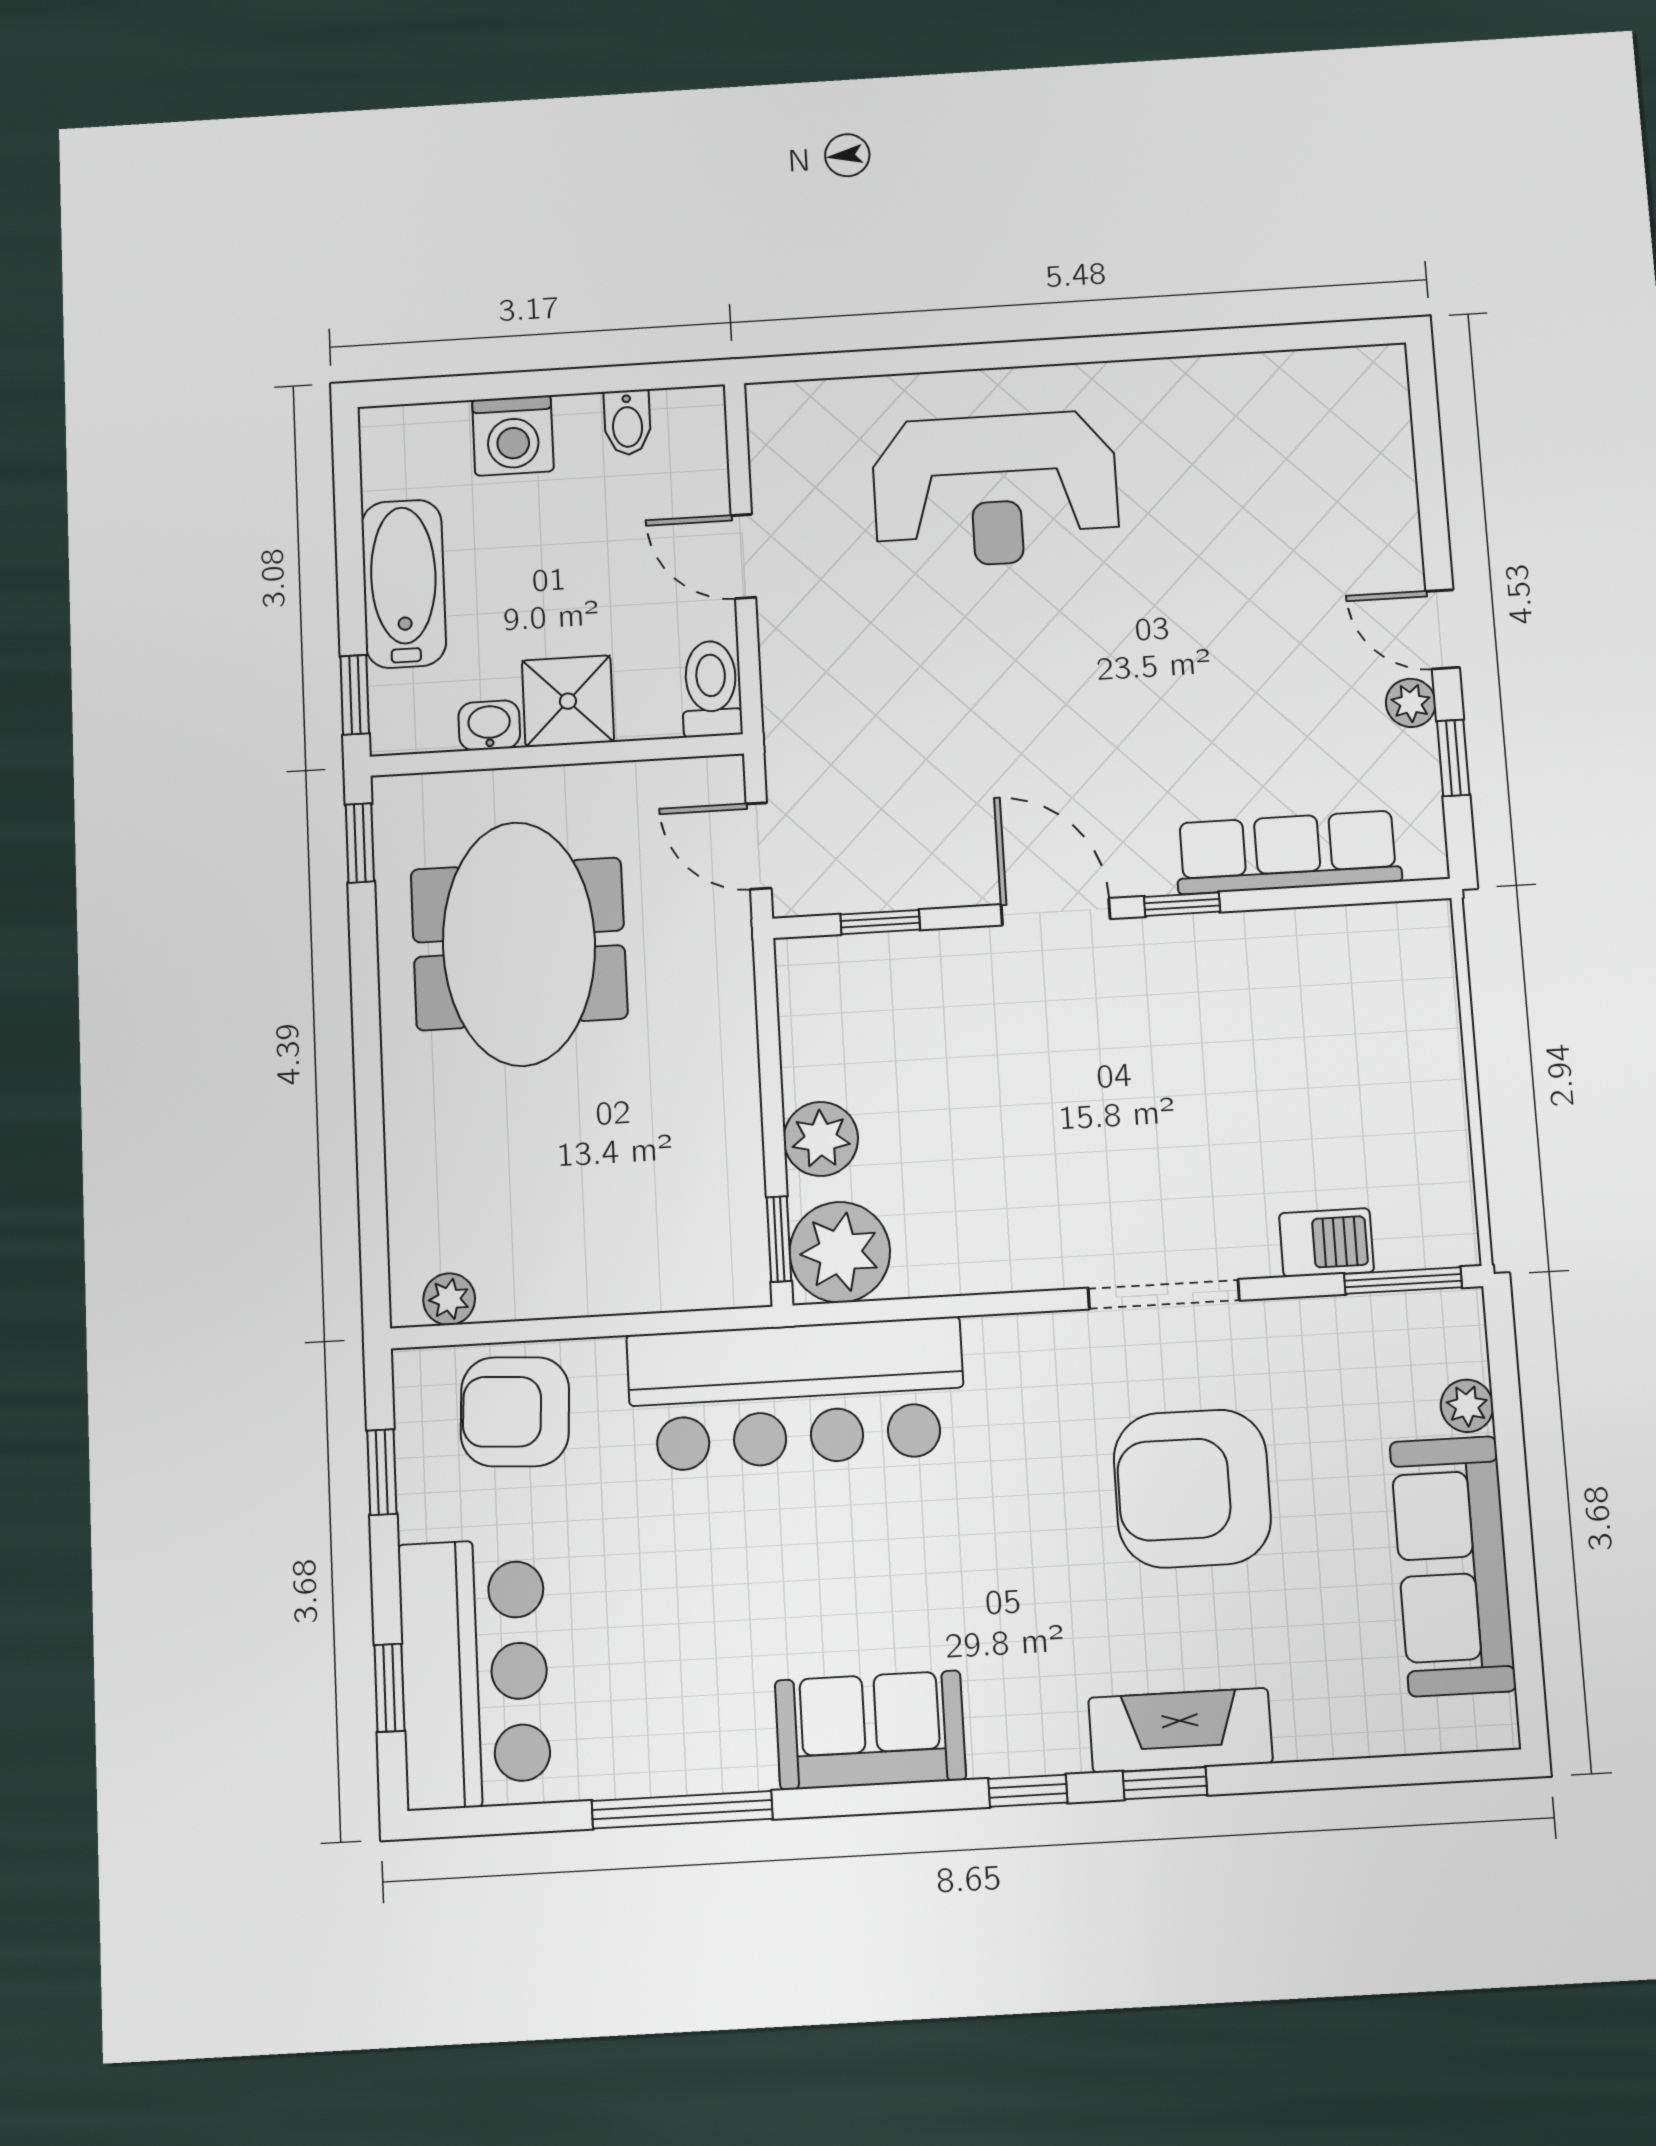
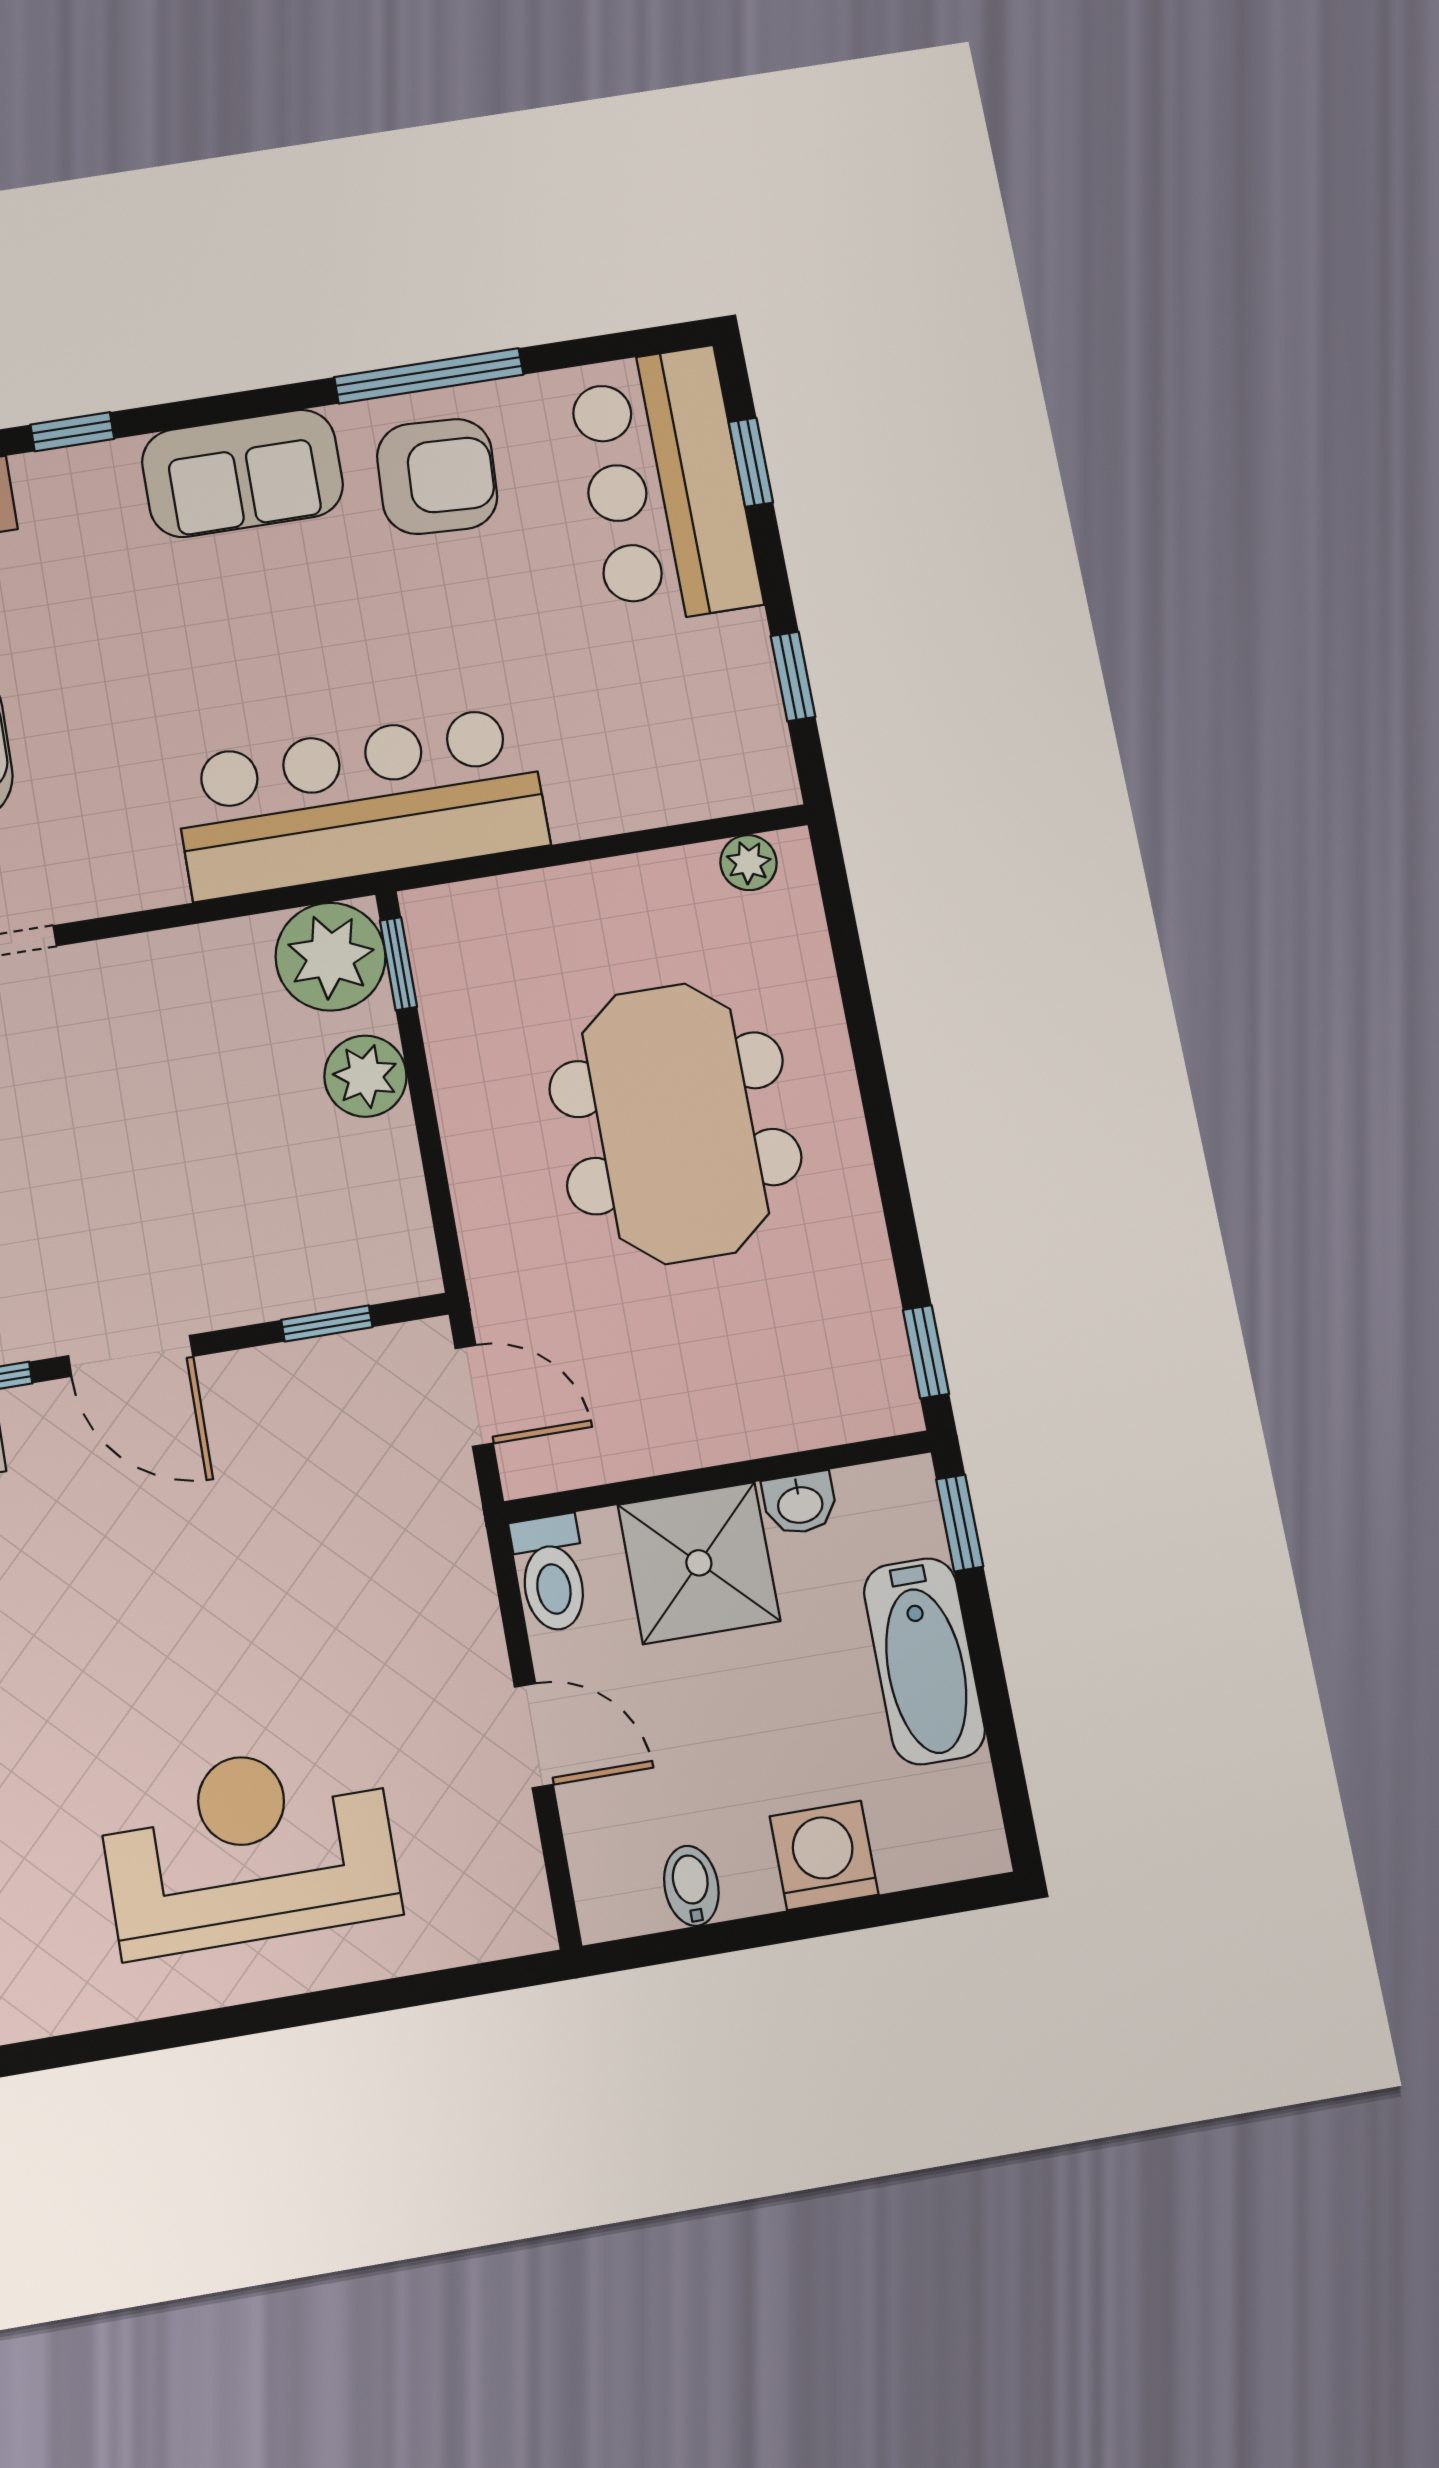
shower: (568, 701) -> (699, 1563), width x1.36, depth x1.36
meeting table: (519, 944) -> (675, 1123), moved
armchair: (515, 1412) -> (437, 476), moved

